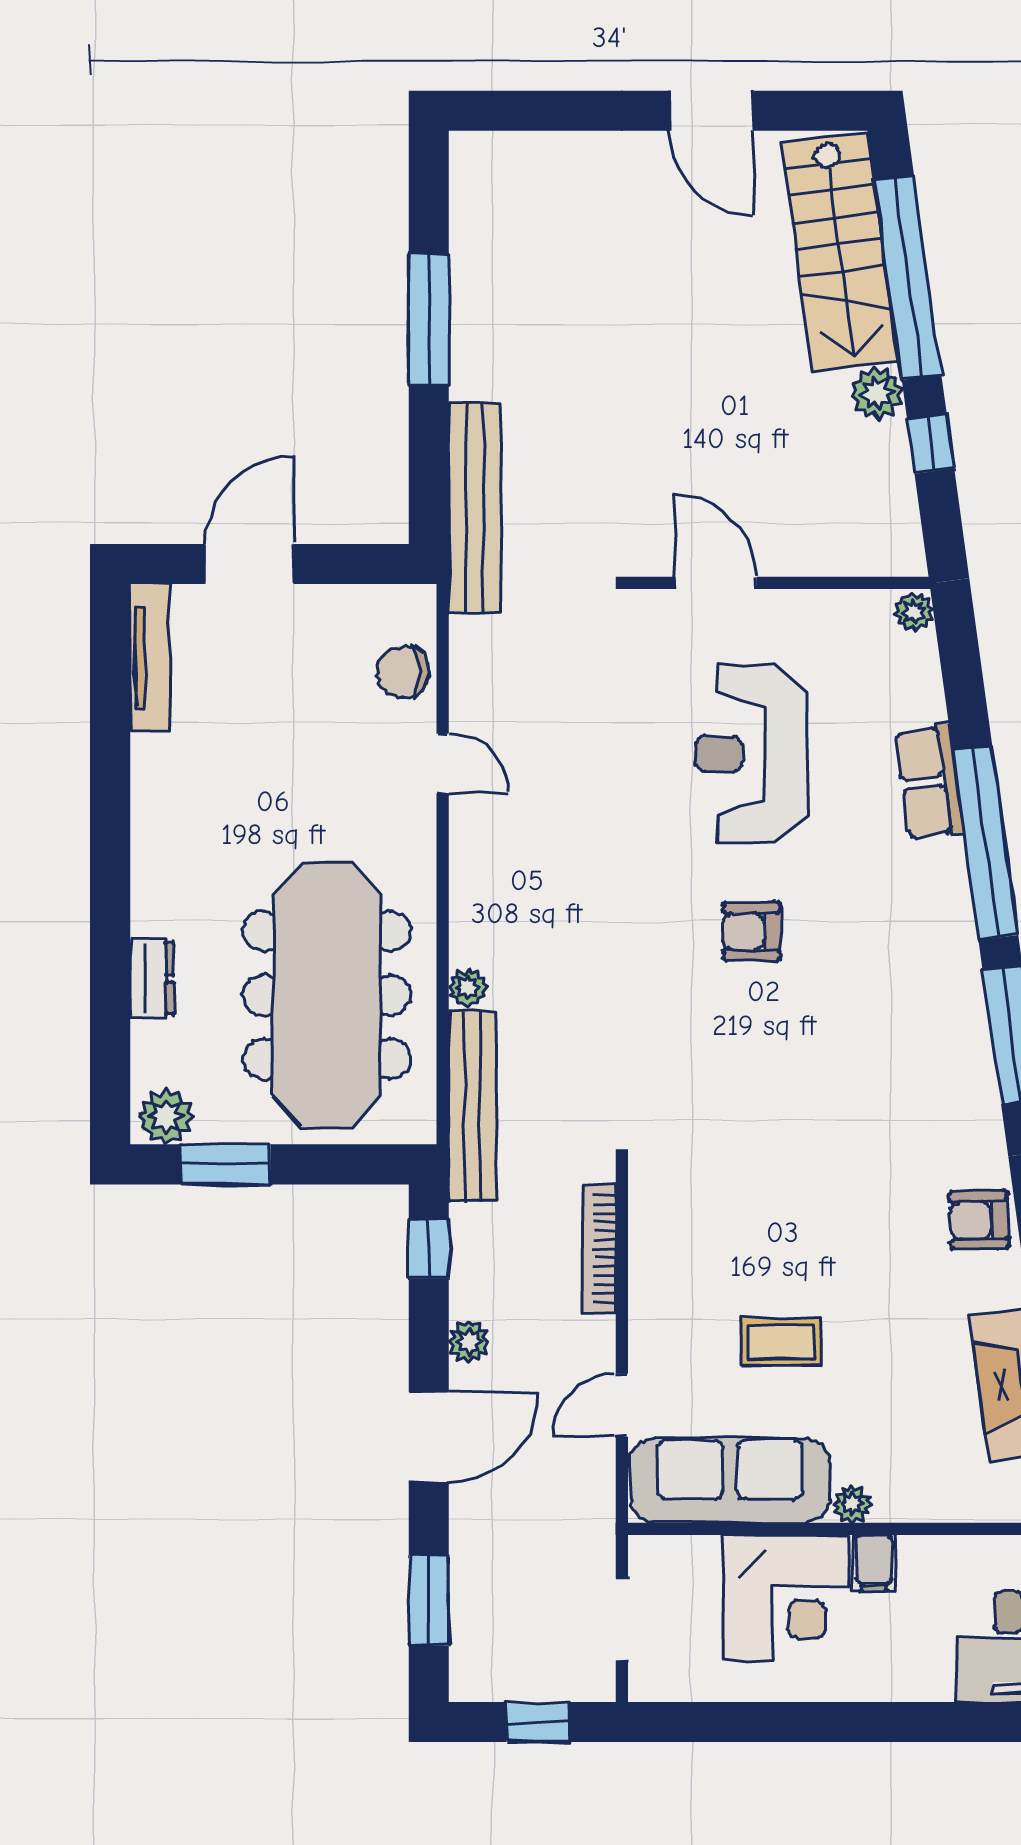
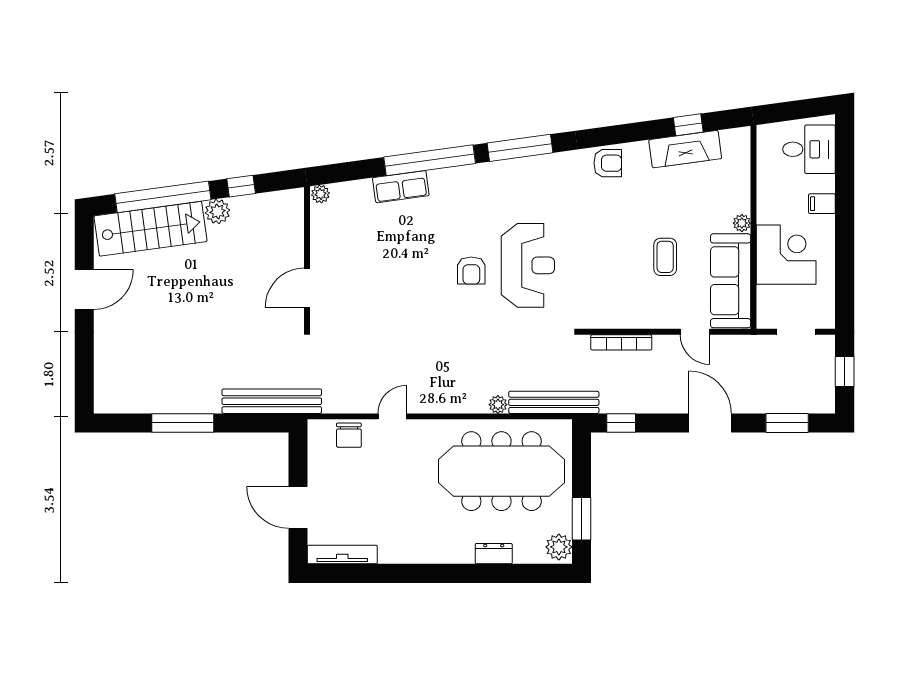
reception desk: (751, 754) -> (528, 265), moved, turned -90
armchair: (979, 1220) -> (608, 163), turned -88
plant: (469, 1341) -> (665, 404), removed
filing cabinet: (874, 1563) -> (822, 204), moved, turned 180

